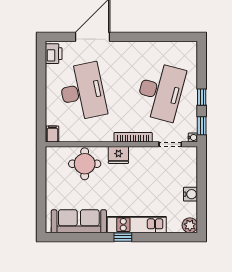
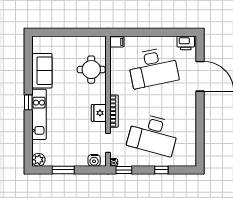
window: (202, 97) -> (161, 170), moved
fridge: (118, 155) -> (99, 113), moved
water cooler: (190, 194) -> (94, 160), moved
window: (202, 196) -> (63, 170), added
sofa: (79, 221) -> (42, 71), width x0.73

